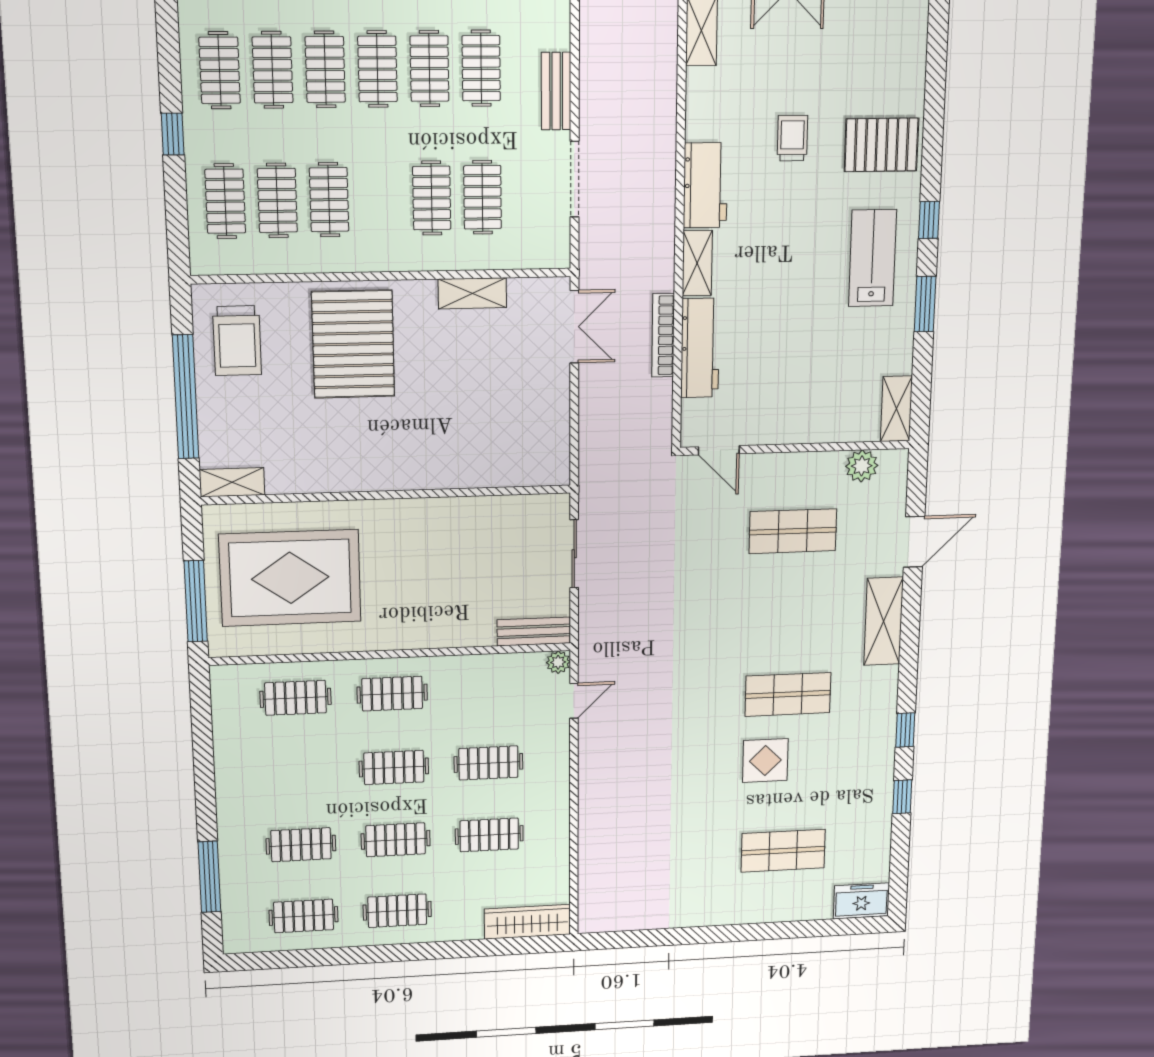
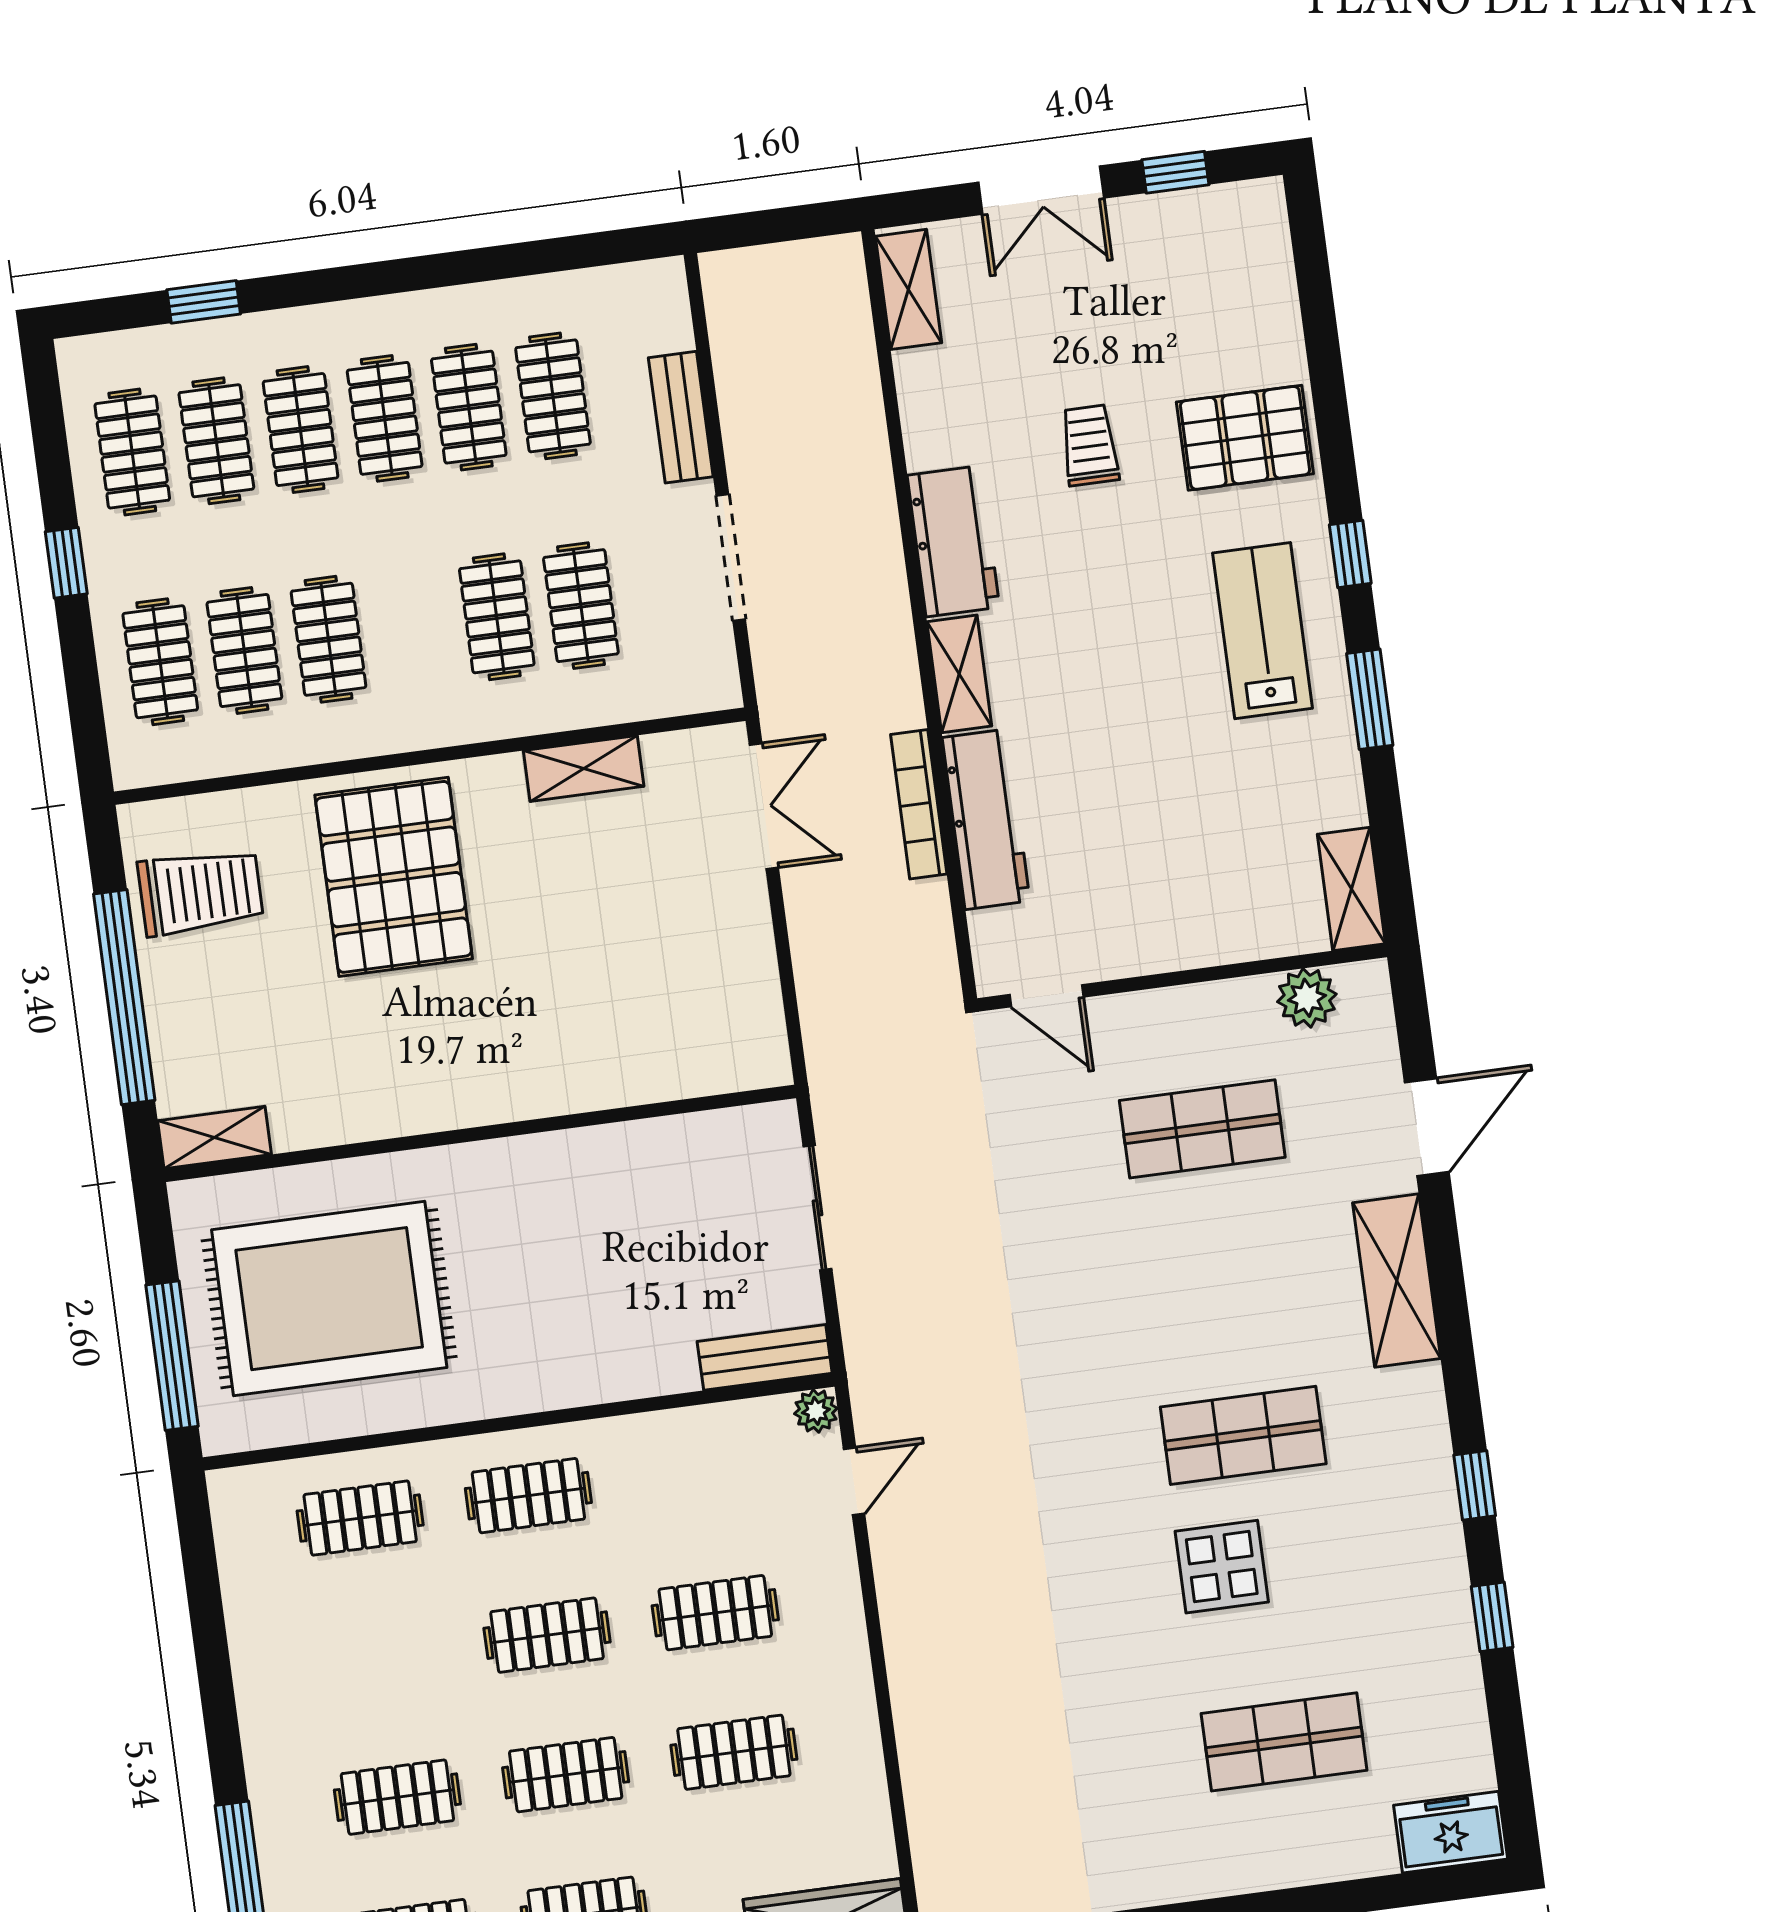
trolley: (237, 341) -> (200, 892), turned -90

